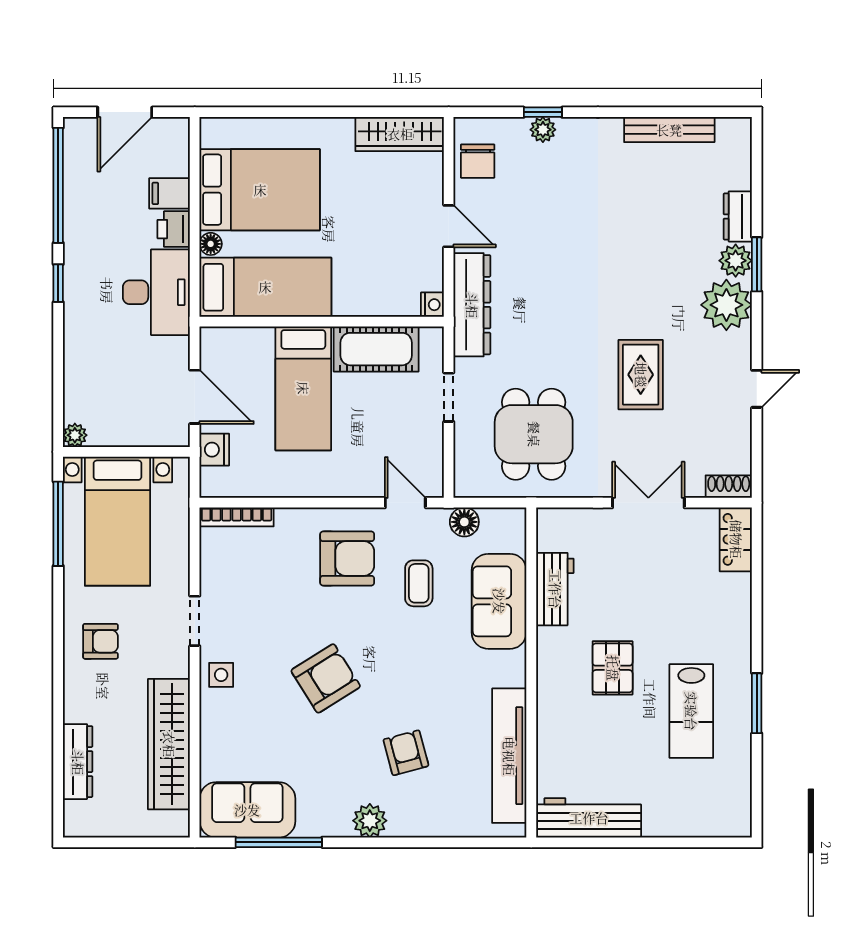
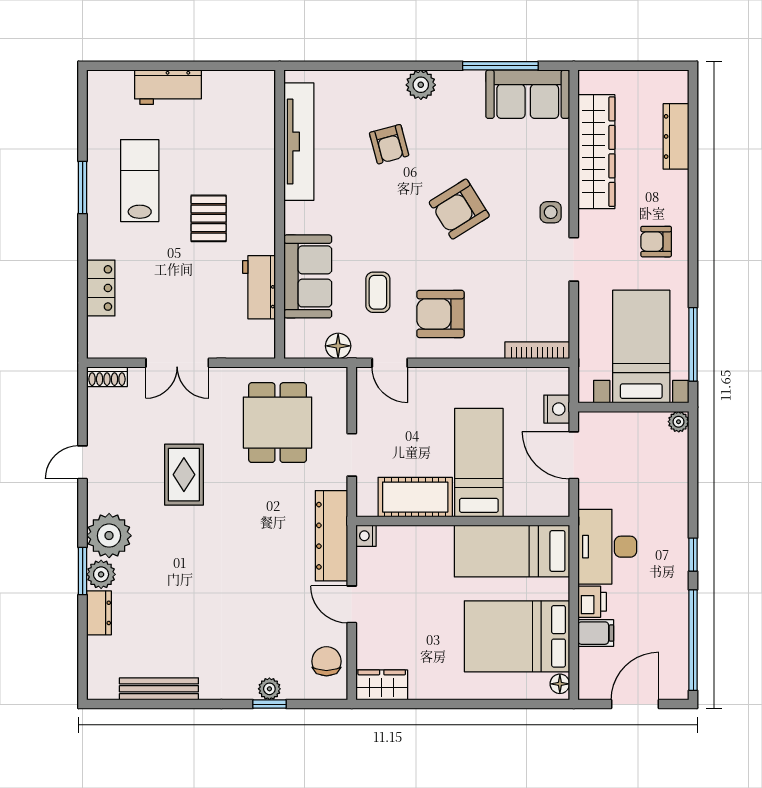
wardrobe: (400, 134) -> (382, 685), width x0.67
floor lamp: (211, 244) -> (560, 684), moved
locker: (736, 539) -> (101, 288), moved
workbench: (589, 818) -> (168, 87), moved, width x0.73

